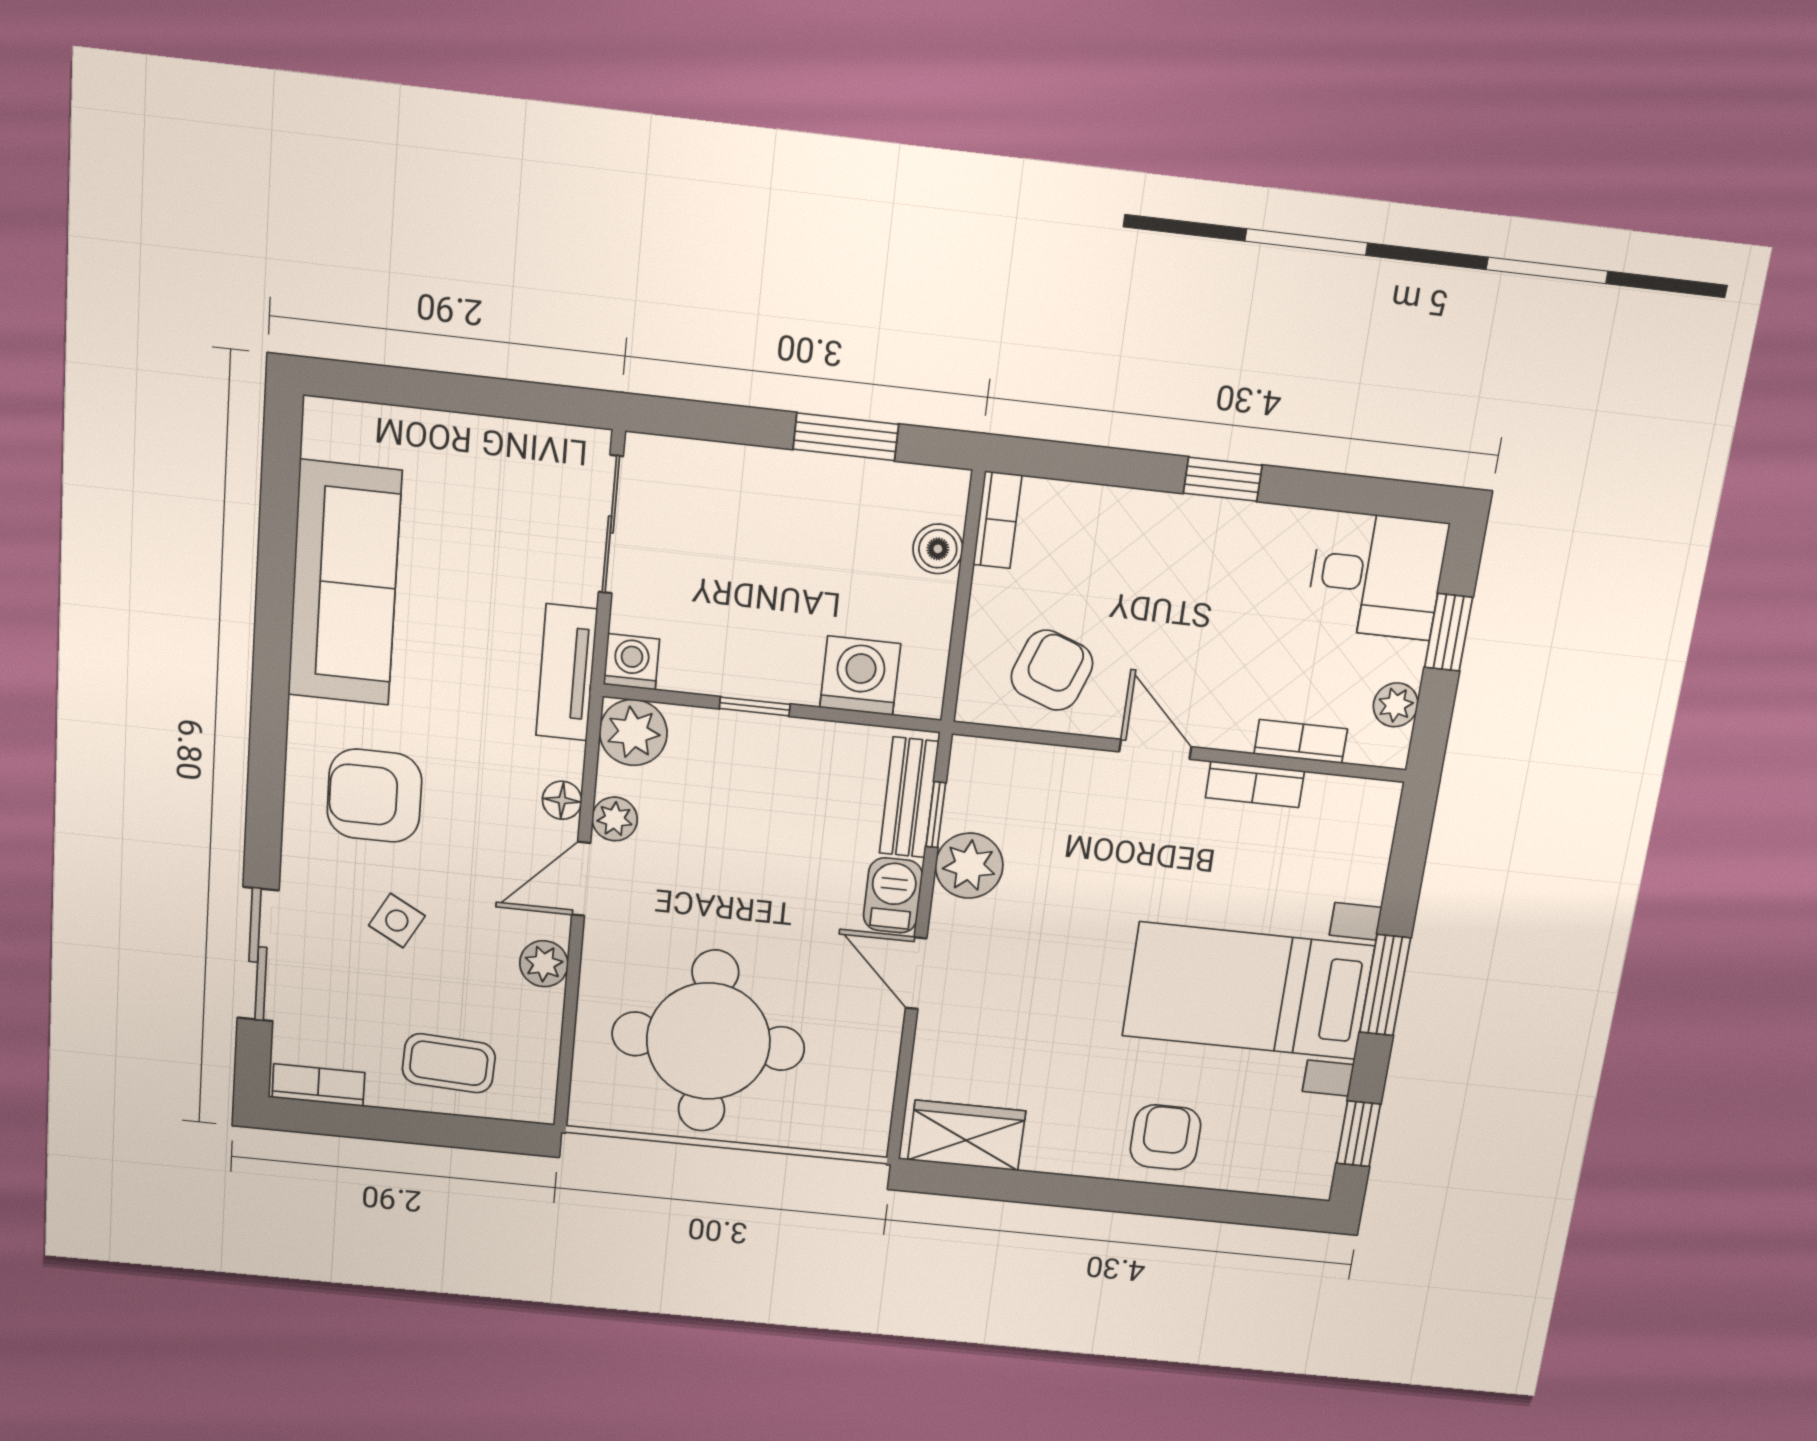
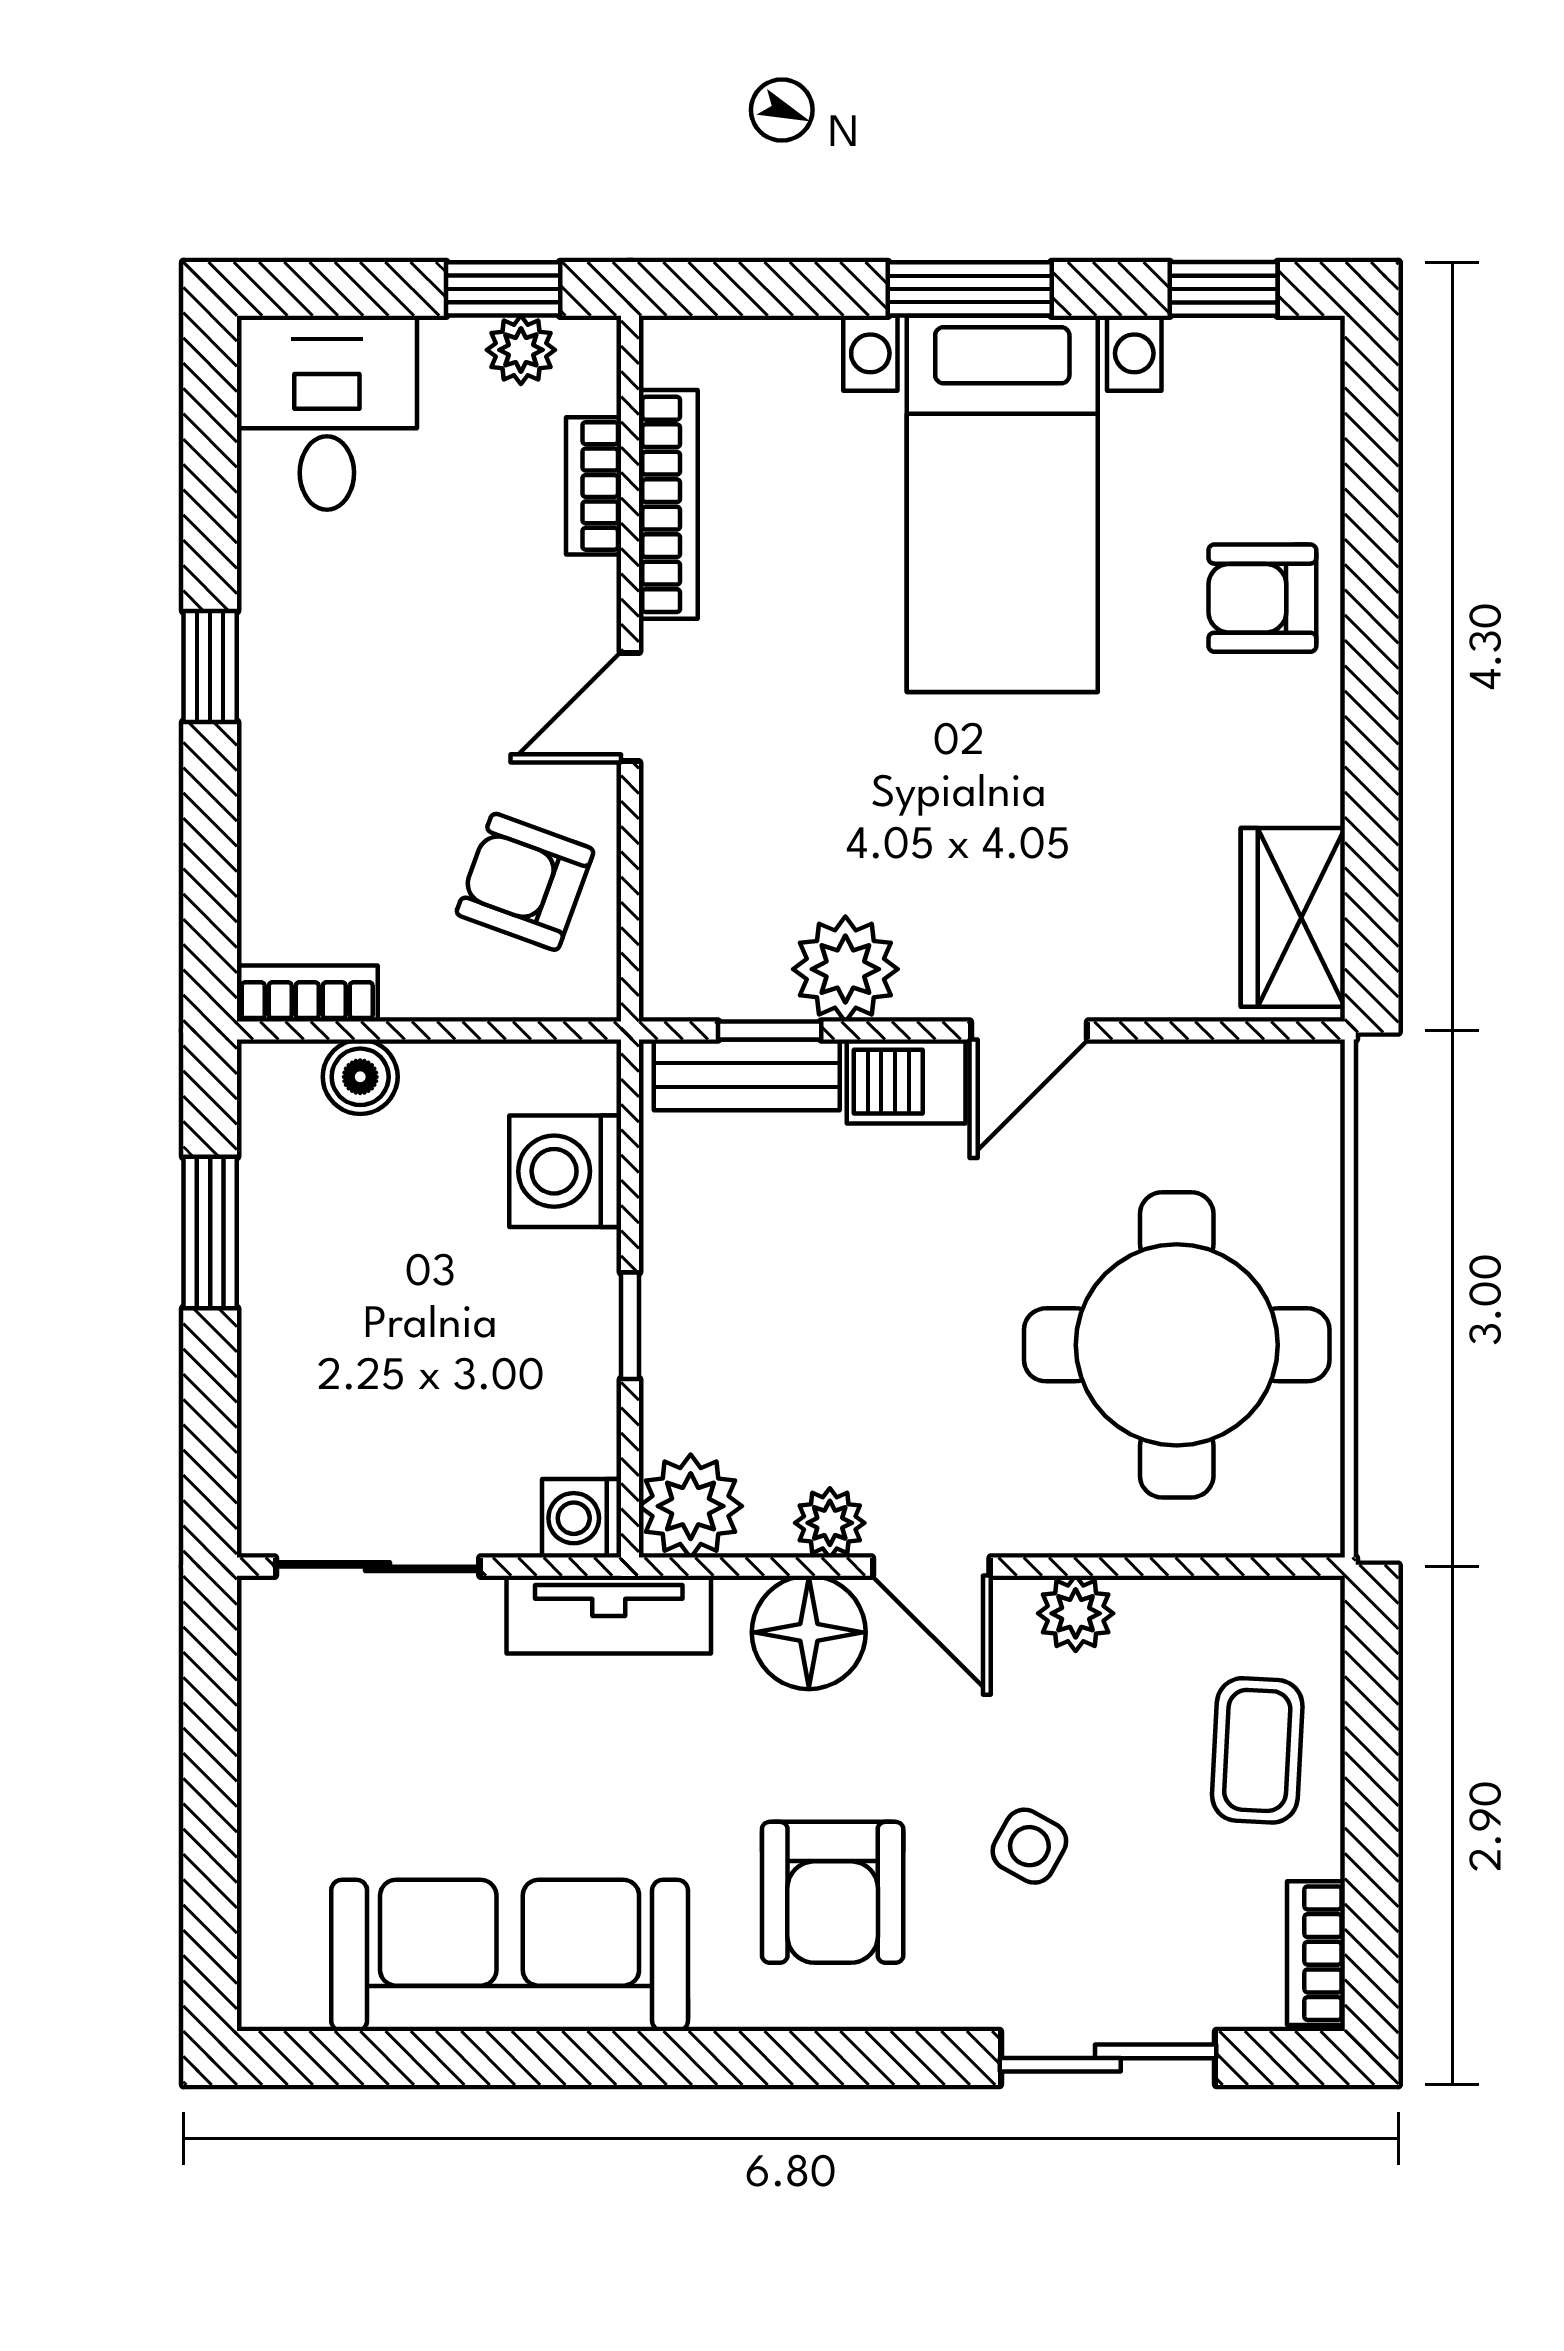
window: (1449, 632) -> (503, 289), moved
bookcase: (1255, 784) -> (668, 504), width x1.56
floor lamp: (562, 800) -> (809, 1632), width x1.89, depth x1.89

